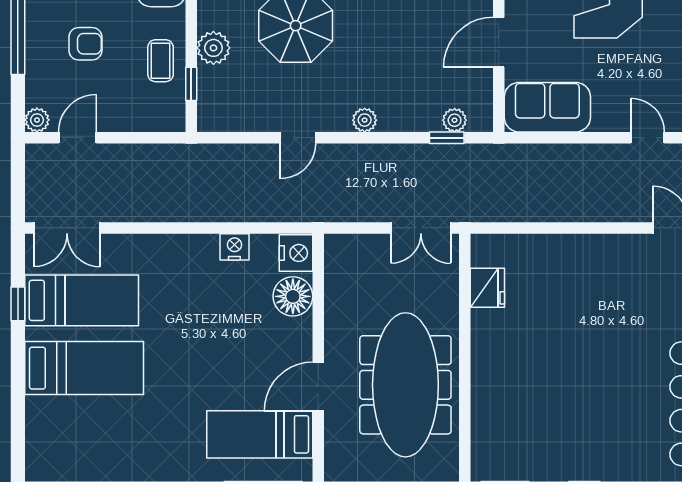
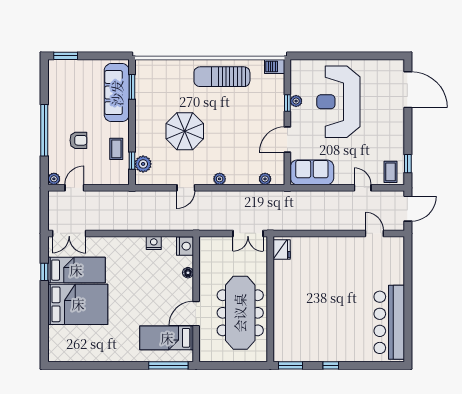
plant: (213, 48) -> (143, 164), moved
window: (447, 138) -> (261, 188), removed
fridge: (487, 288) -> (282, 250), moved
floor lamp: (293, 296) -> (188, 273), width x0.53, depth x0.53
bed: (84, 368) -> (78, 304), width x1.50

